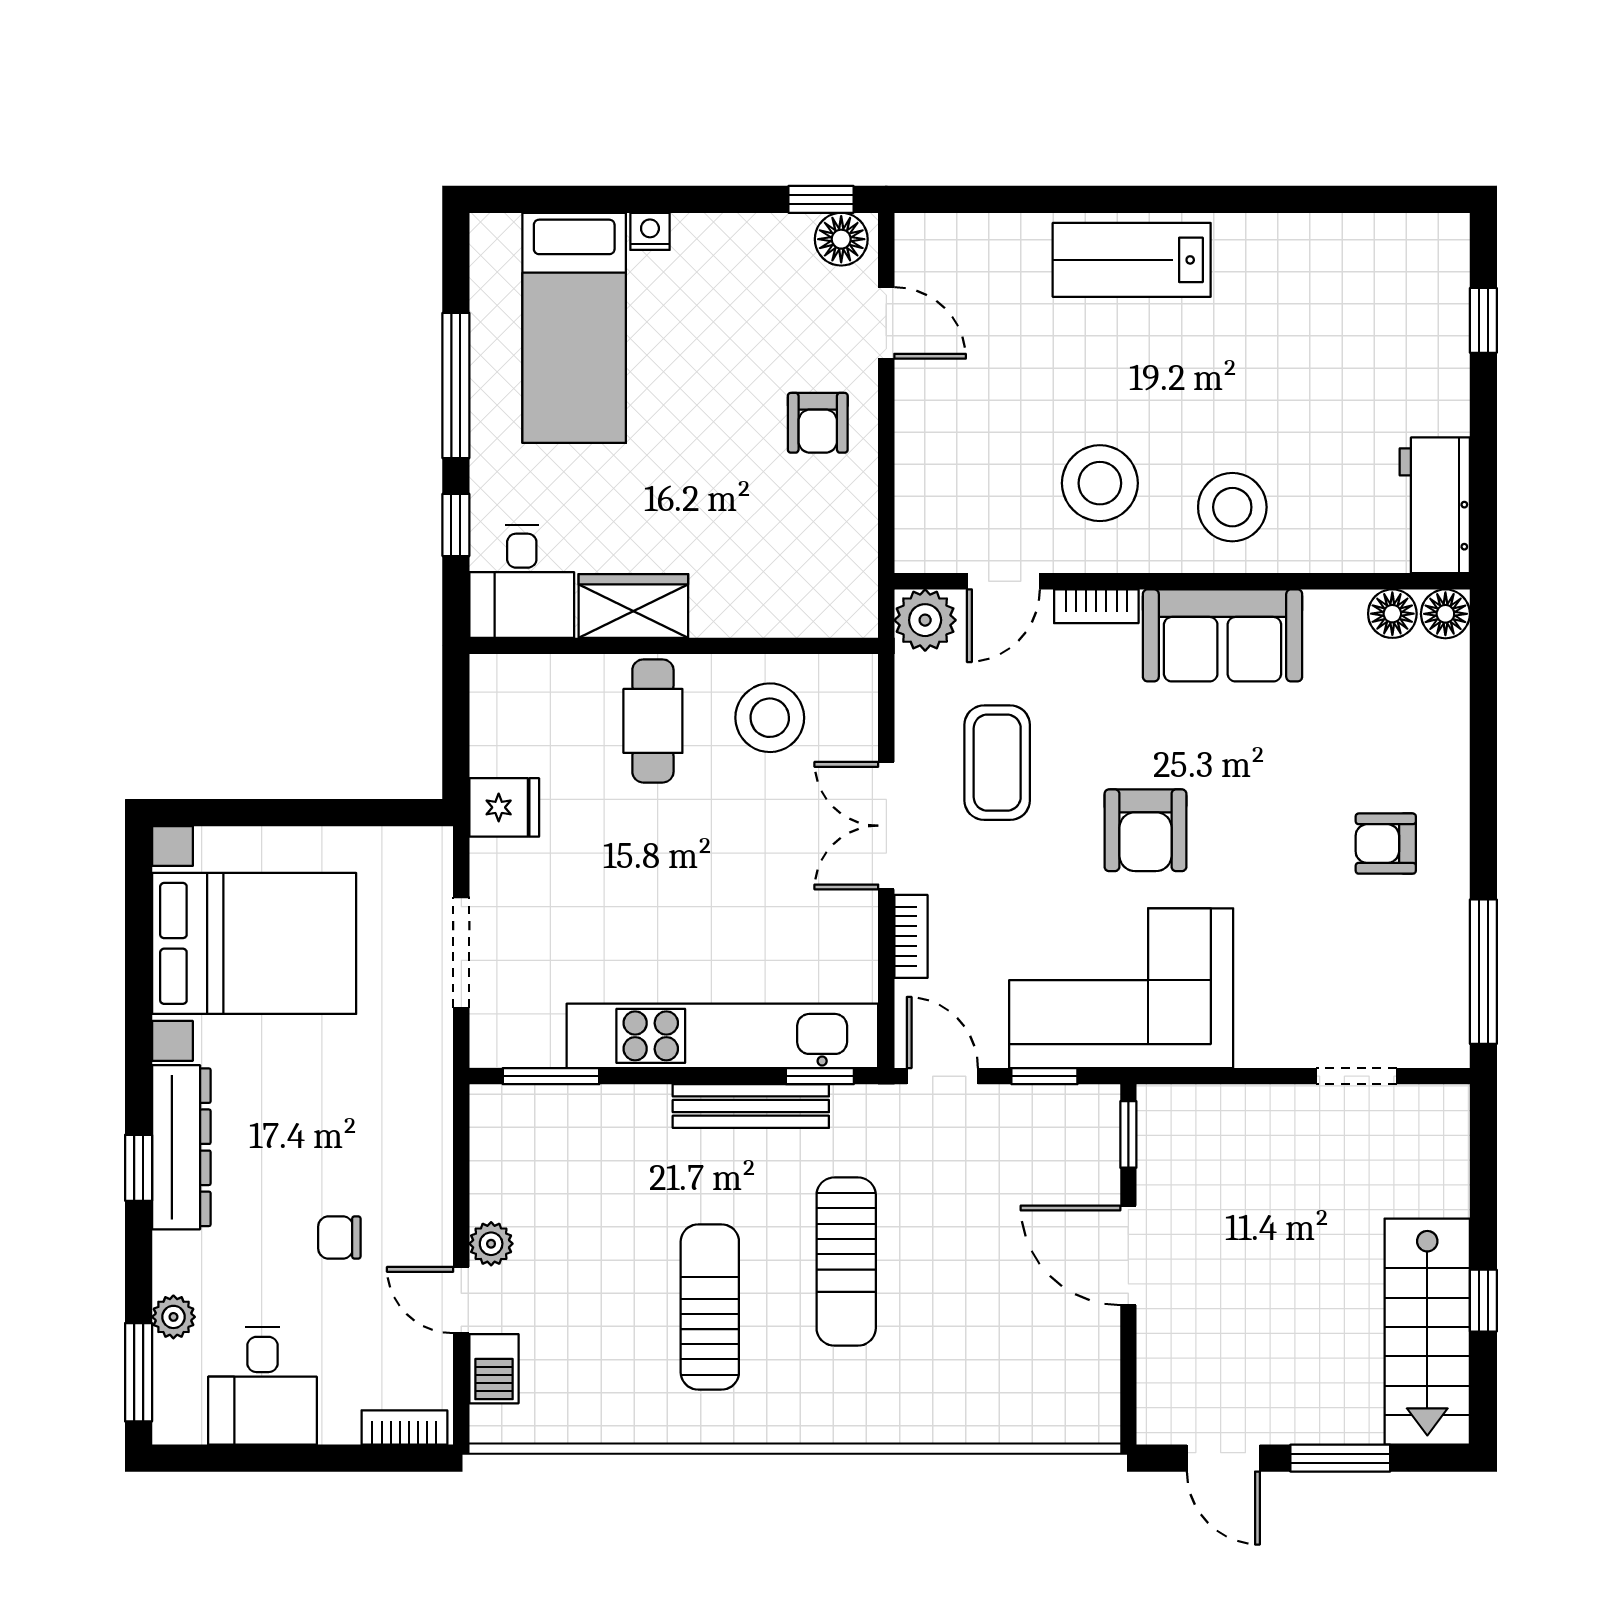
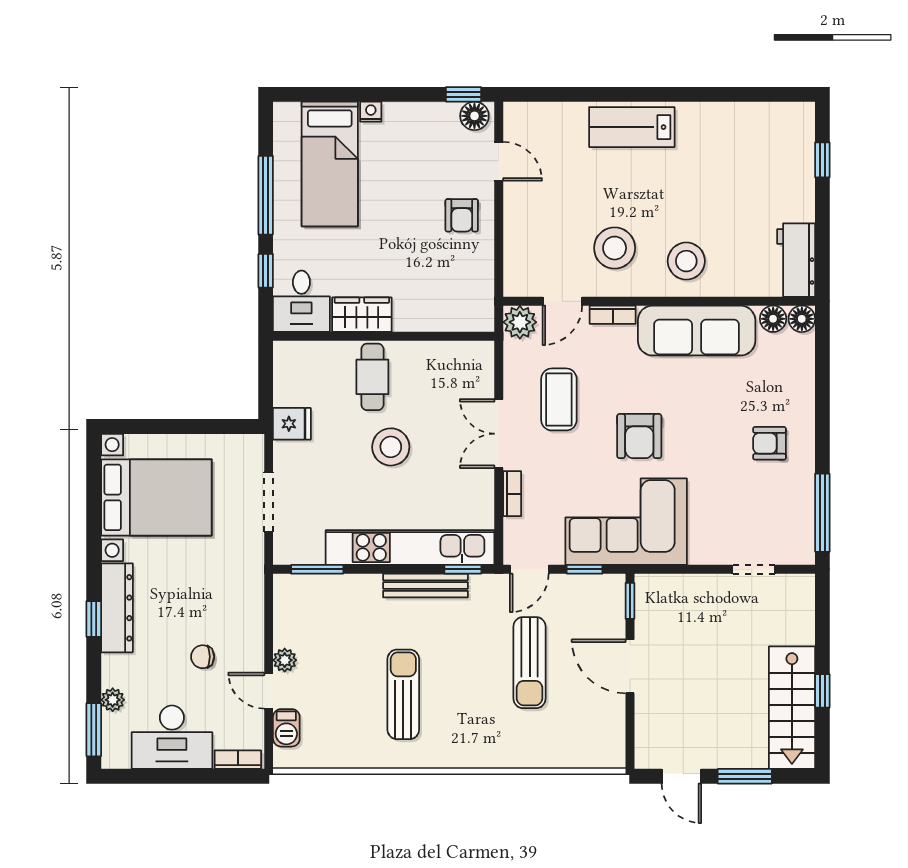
sofa: (1223, 635) -> (697, 331), width x1.36
stool: (770, 718) -> (391, 447), moved
door: (942, 1076) -> (529, 569), swing flipped
sun lounger: (846, 1262) -> (530, 663), moved
desk: (262, 1386) -> (172, 737), width x1.37

